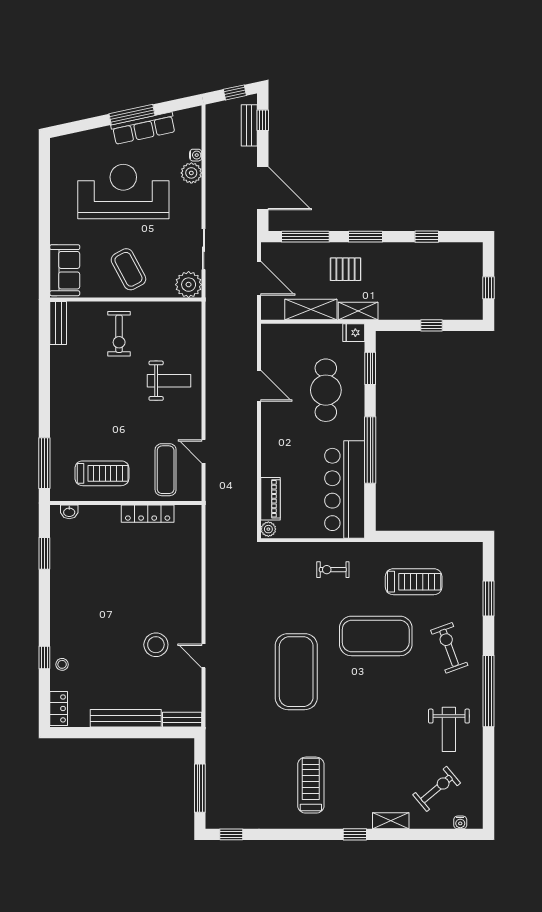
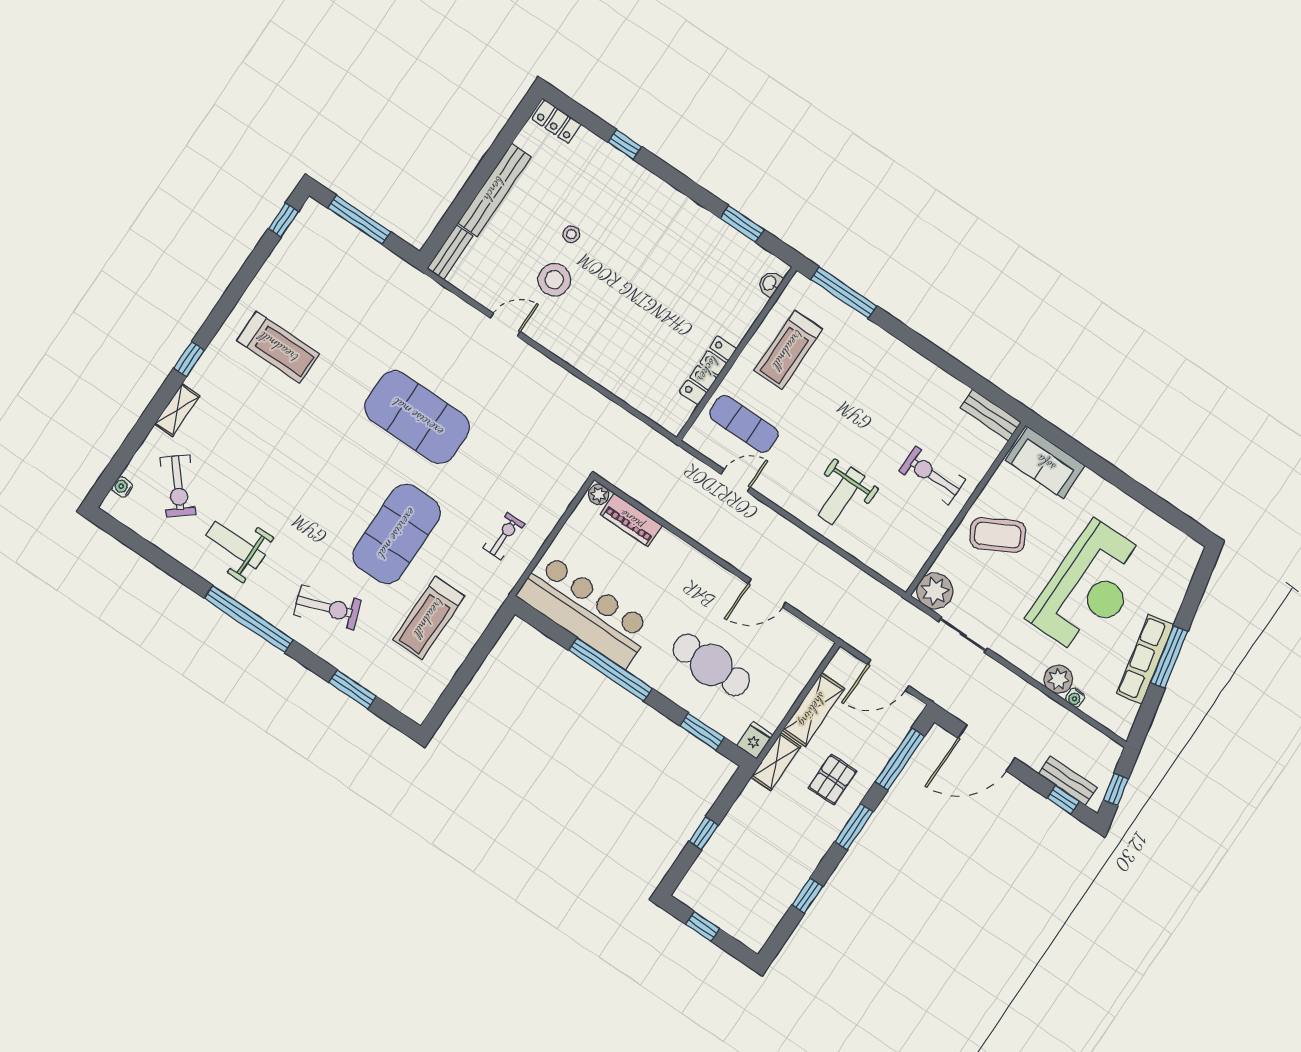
stool: (62, 664) -> (571, 234), moved

